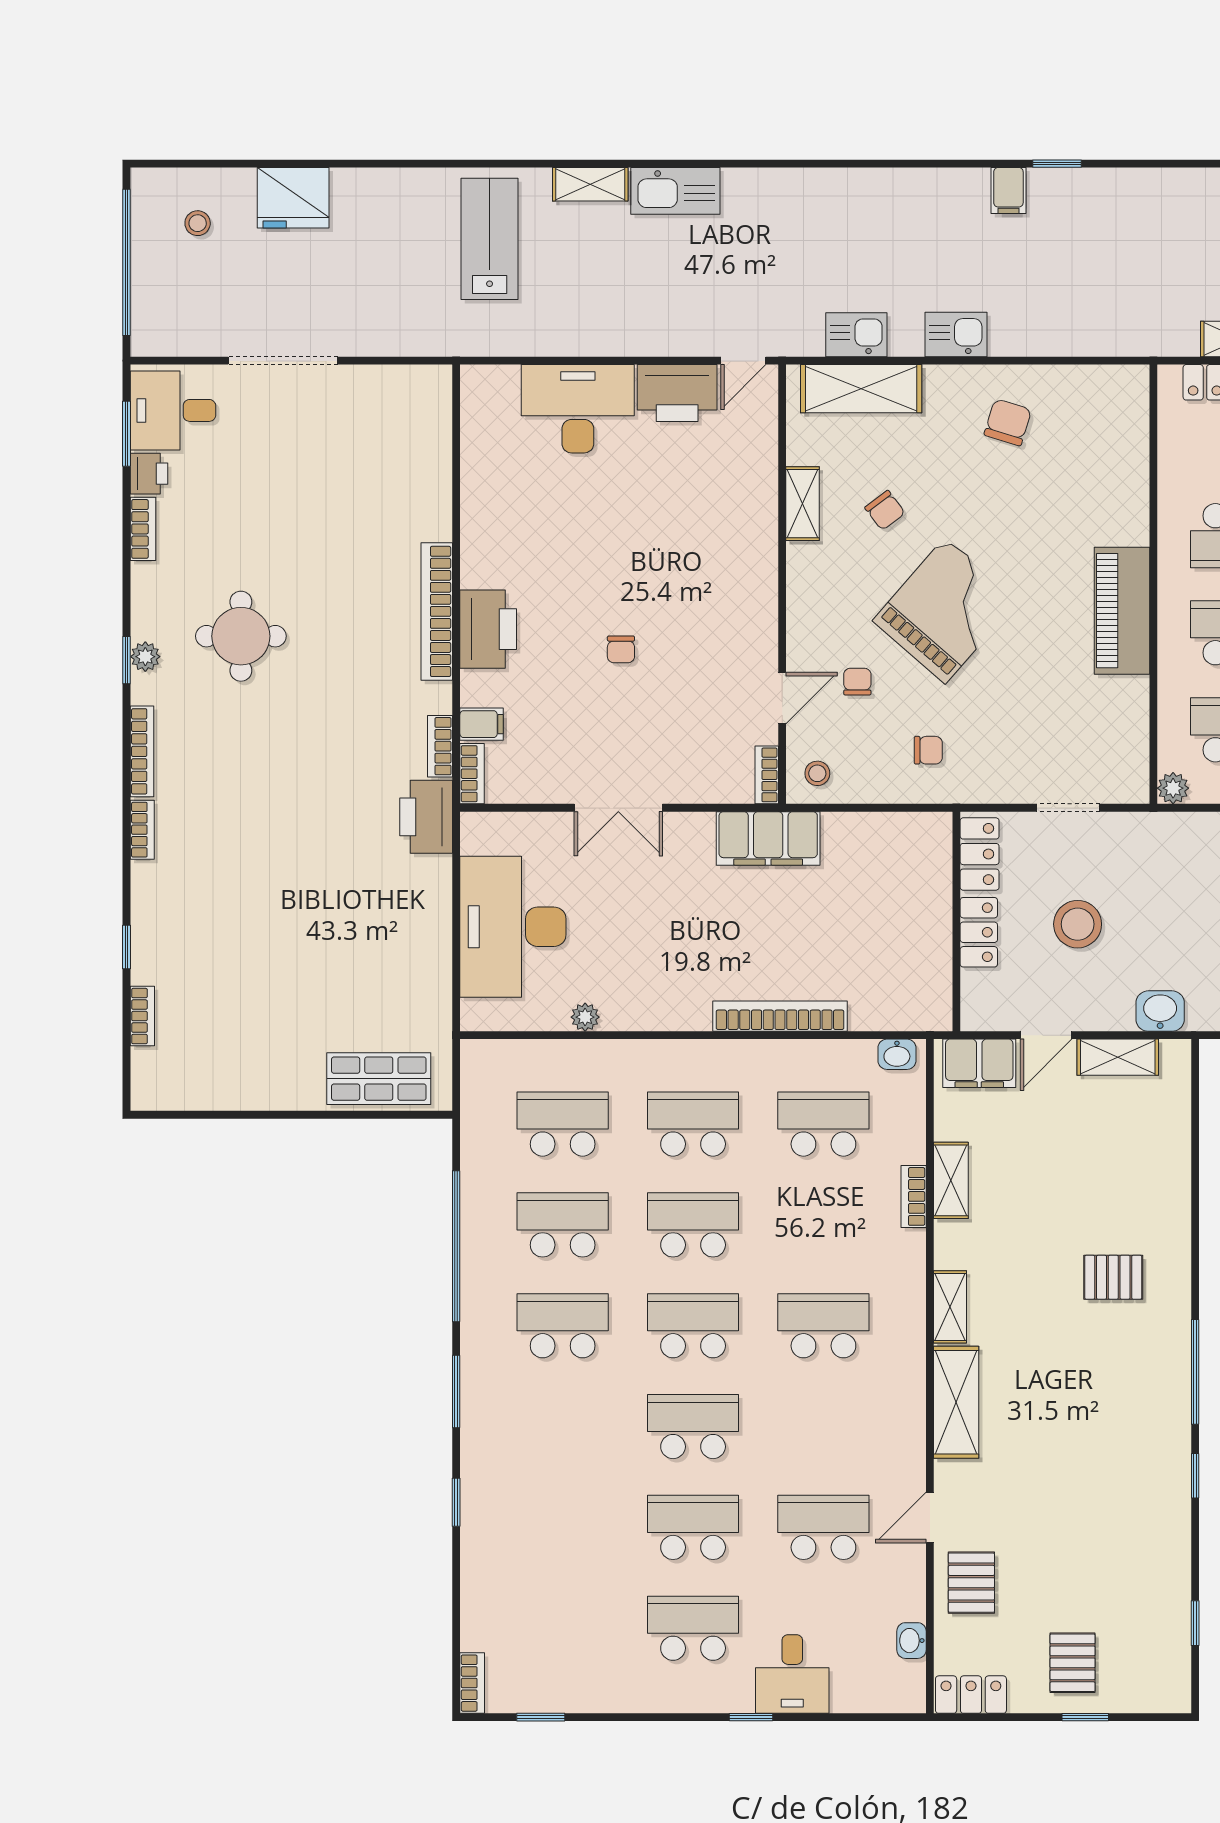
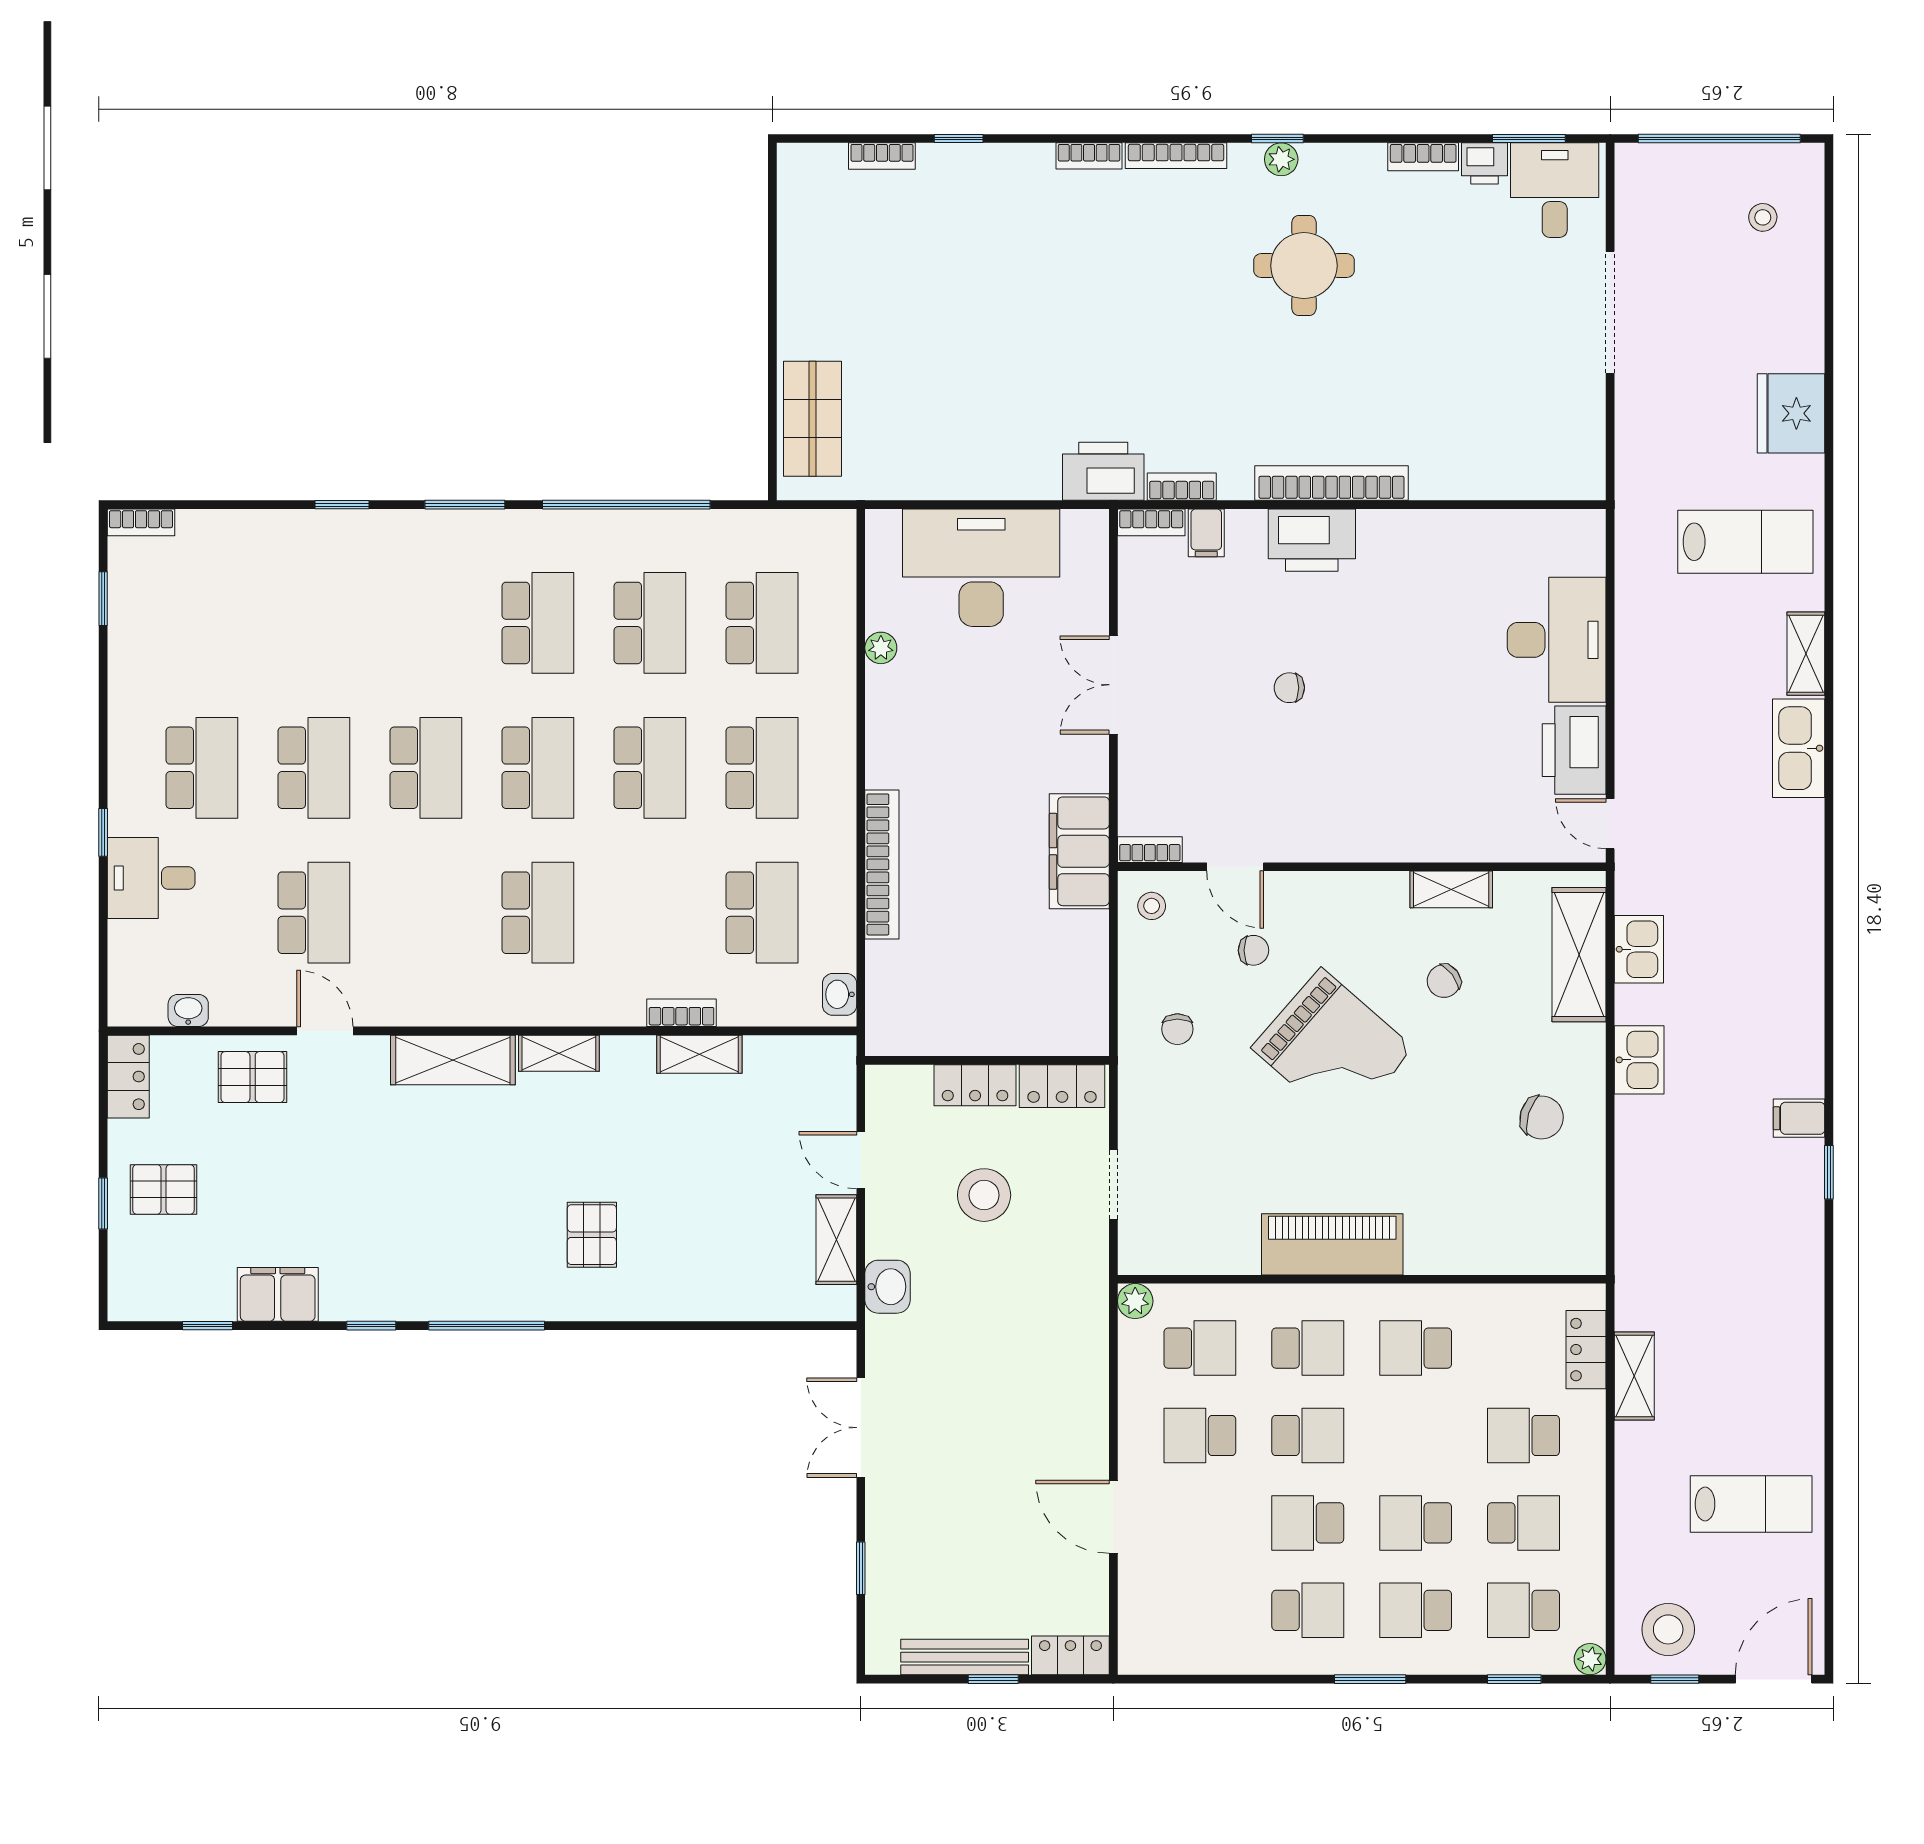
fridge: (293, 198) -> (1791, 413), moved
filing cabinet: (979, 1063) -> (278, 1294), moved, turned 90

